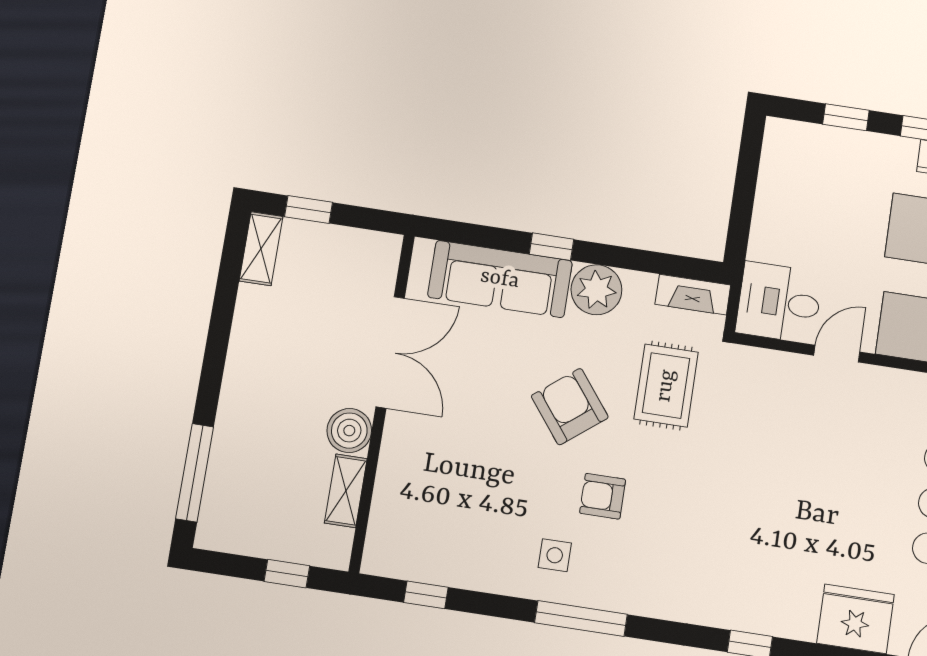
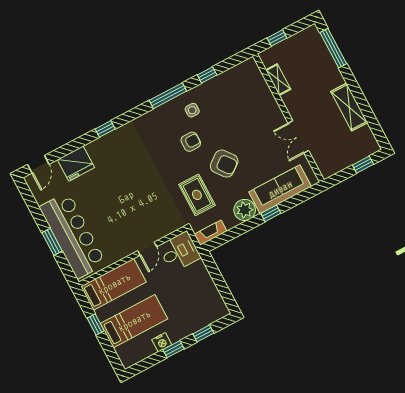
shelving: (261, 249) -> (349, 107), moved, width x1.50, depth x1.33
double door: (390, 352) -> (298, 137), width x0.73
boiler: (349, 431) -> (292, 100), removed
window: (426, 595) -> (207, 75), moved

